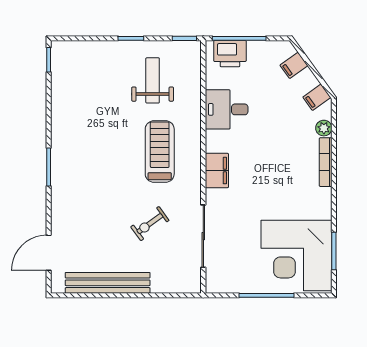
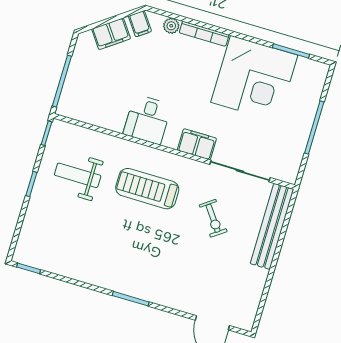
printer: (230, 54) -> (74, 94), removed
filing cabinet: (294, 65) -> (111, 34), width x2.00
desk: (227, 109) -> (147, 119), moved
filing cabinet: (217, 171) -> (197, 144), moved
corner desk: (296, 255) -> (254, 79), moved
bench: (108, 283) -> (272, 226), moved

